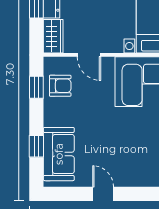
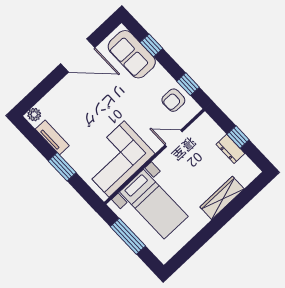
wardrobe: (53, 36) -> (209, 128), removed
door: (103, 194) -> (78, 56), width x1.87

